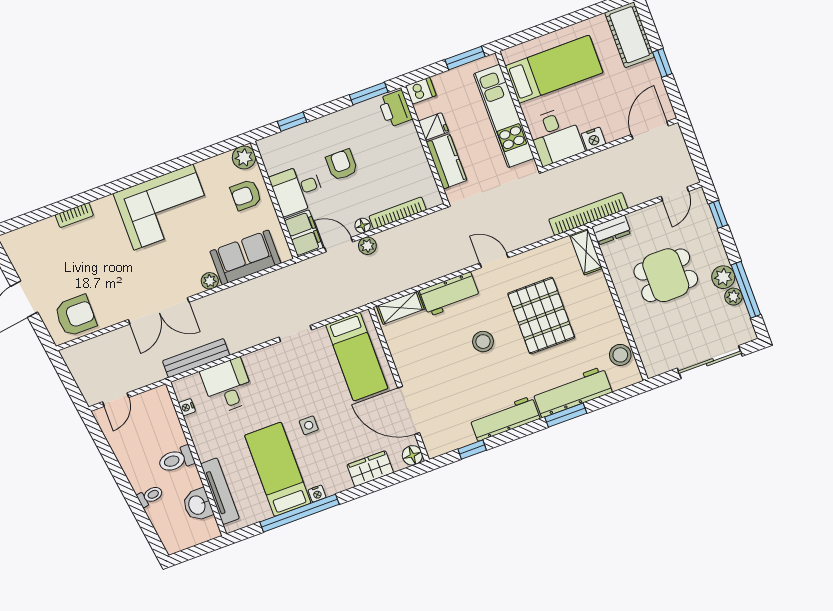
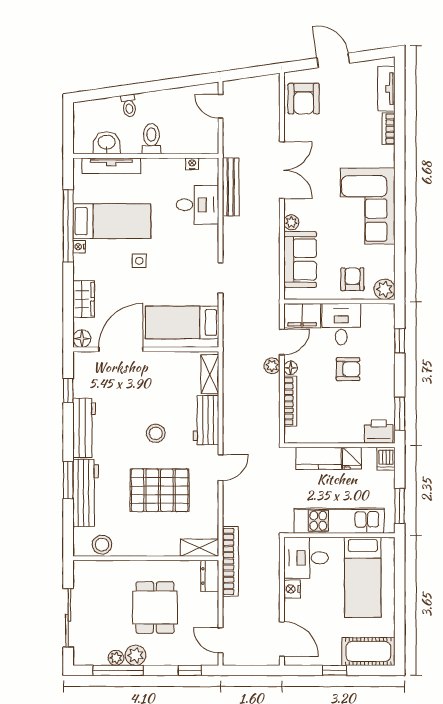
tv unit: (33, 233) -> (386, 89), added
double door: (159, 311) -> (282, 170), swing flipped

